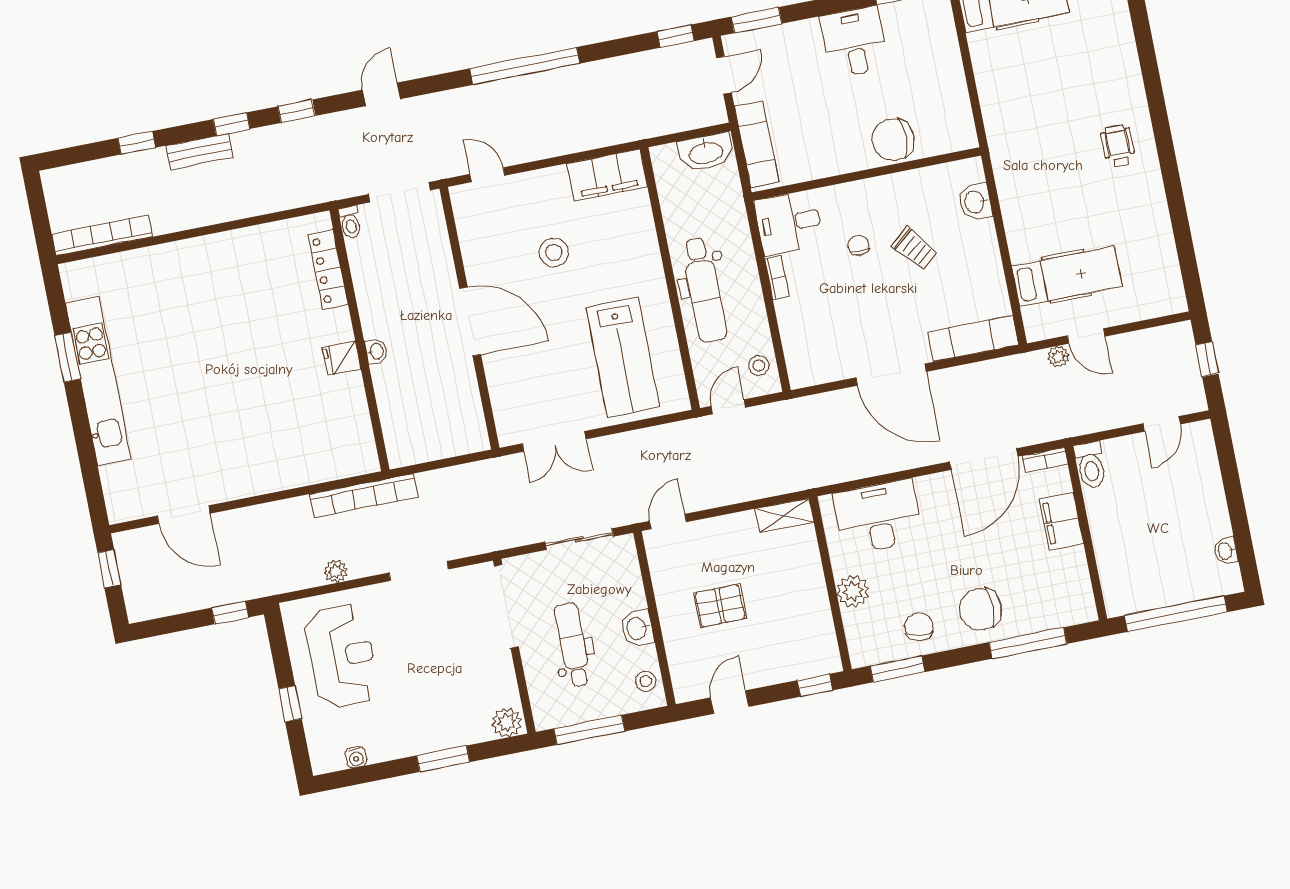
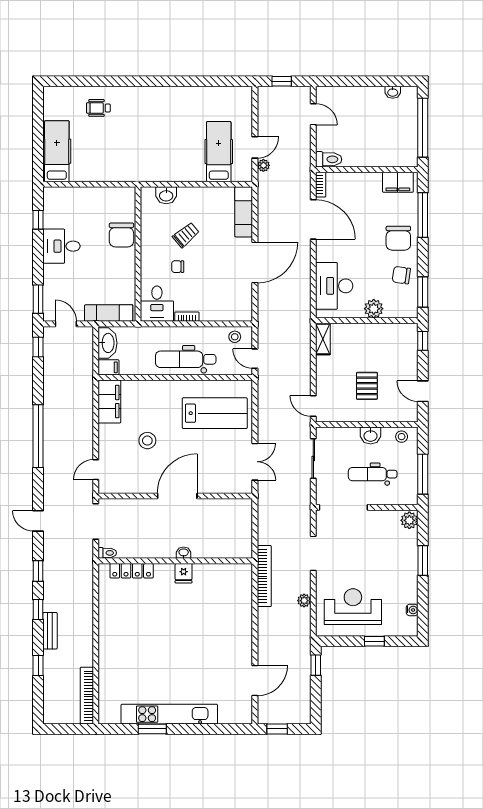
wheelchair: (1118, 146) -> (98, 108), moved
filing cabinet: (665, 162) -> (108, 367), added
dental chair: (704, 290) -> (186, 359), turned 180
filing cabinet: (1061, 521) -> (398, 182), moved

